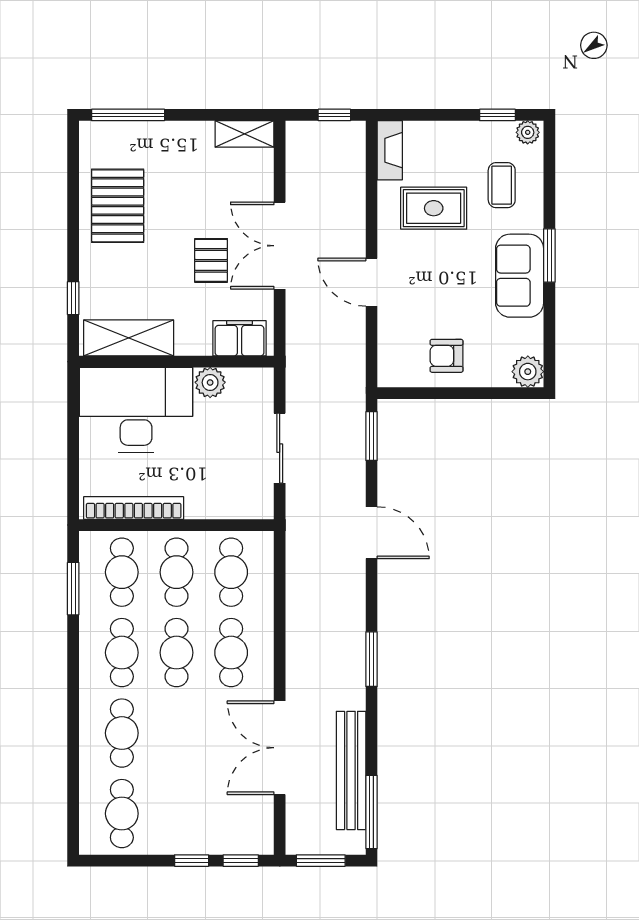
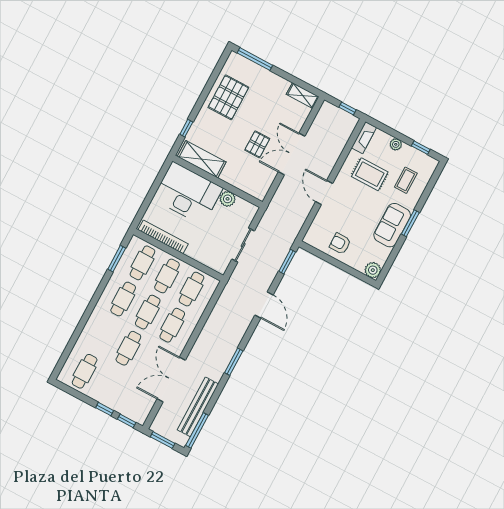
plant: (528, 132) -> (396, 144), moved
filing cabinet: (239, 338) -> (251, 186), removed
cafe table: (122, 733) -> (128, 348), moved

